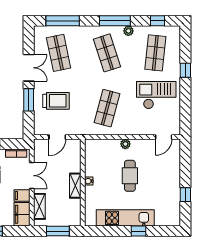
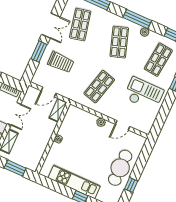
door: (164, 137) -> (123, 125), moved
cafe table: (130, 176) -> (120, 168), moved, width x1.37, depth x1.35
shelving: (75, 186) -> (58, 110), moved

